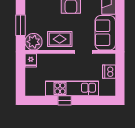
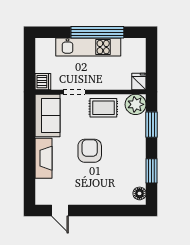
dishwasher: (109, 72) -> (43, 82), moved
window: (65, 100) -> (97, 32), width x3.17

